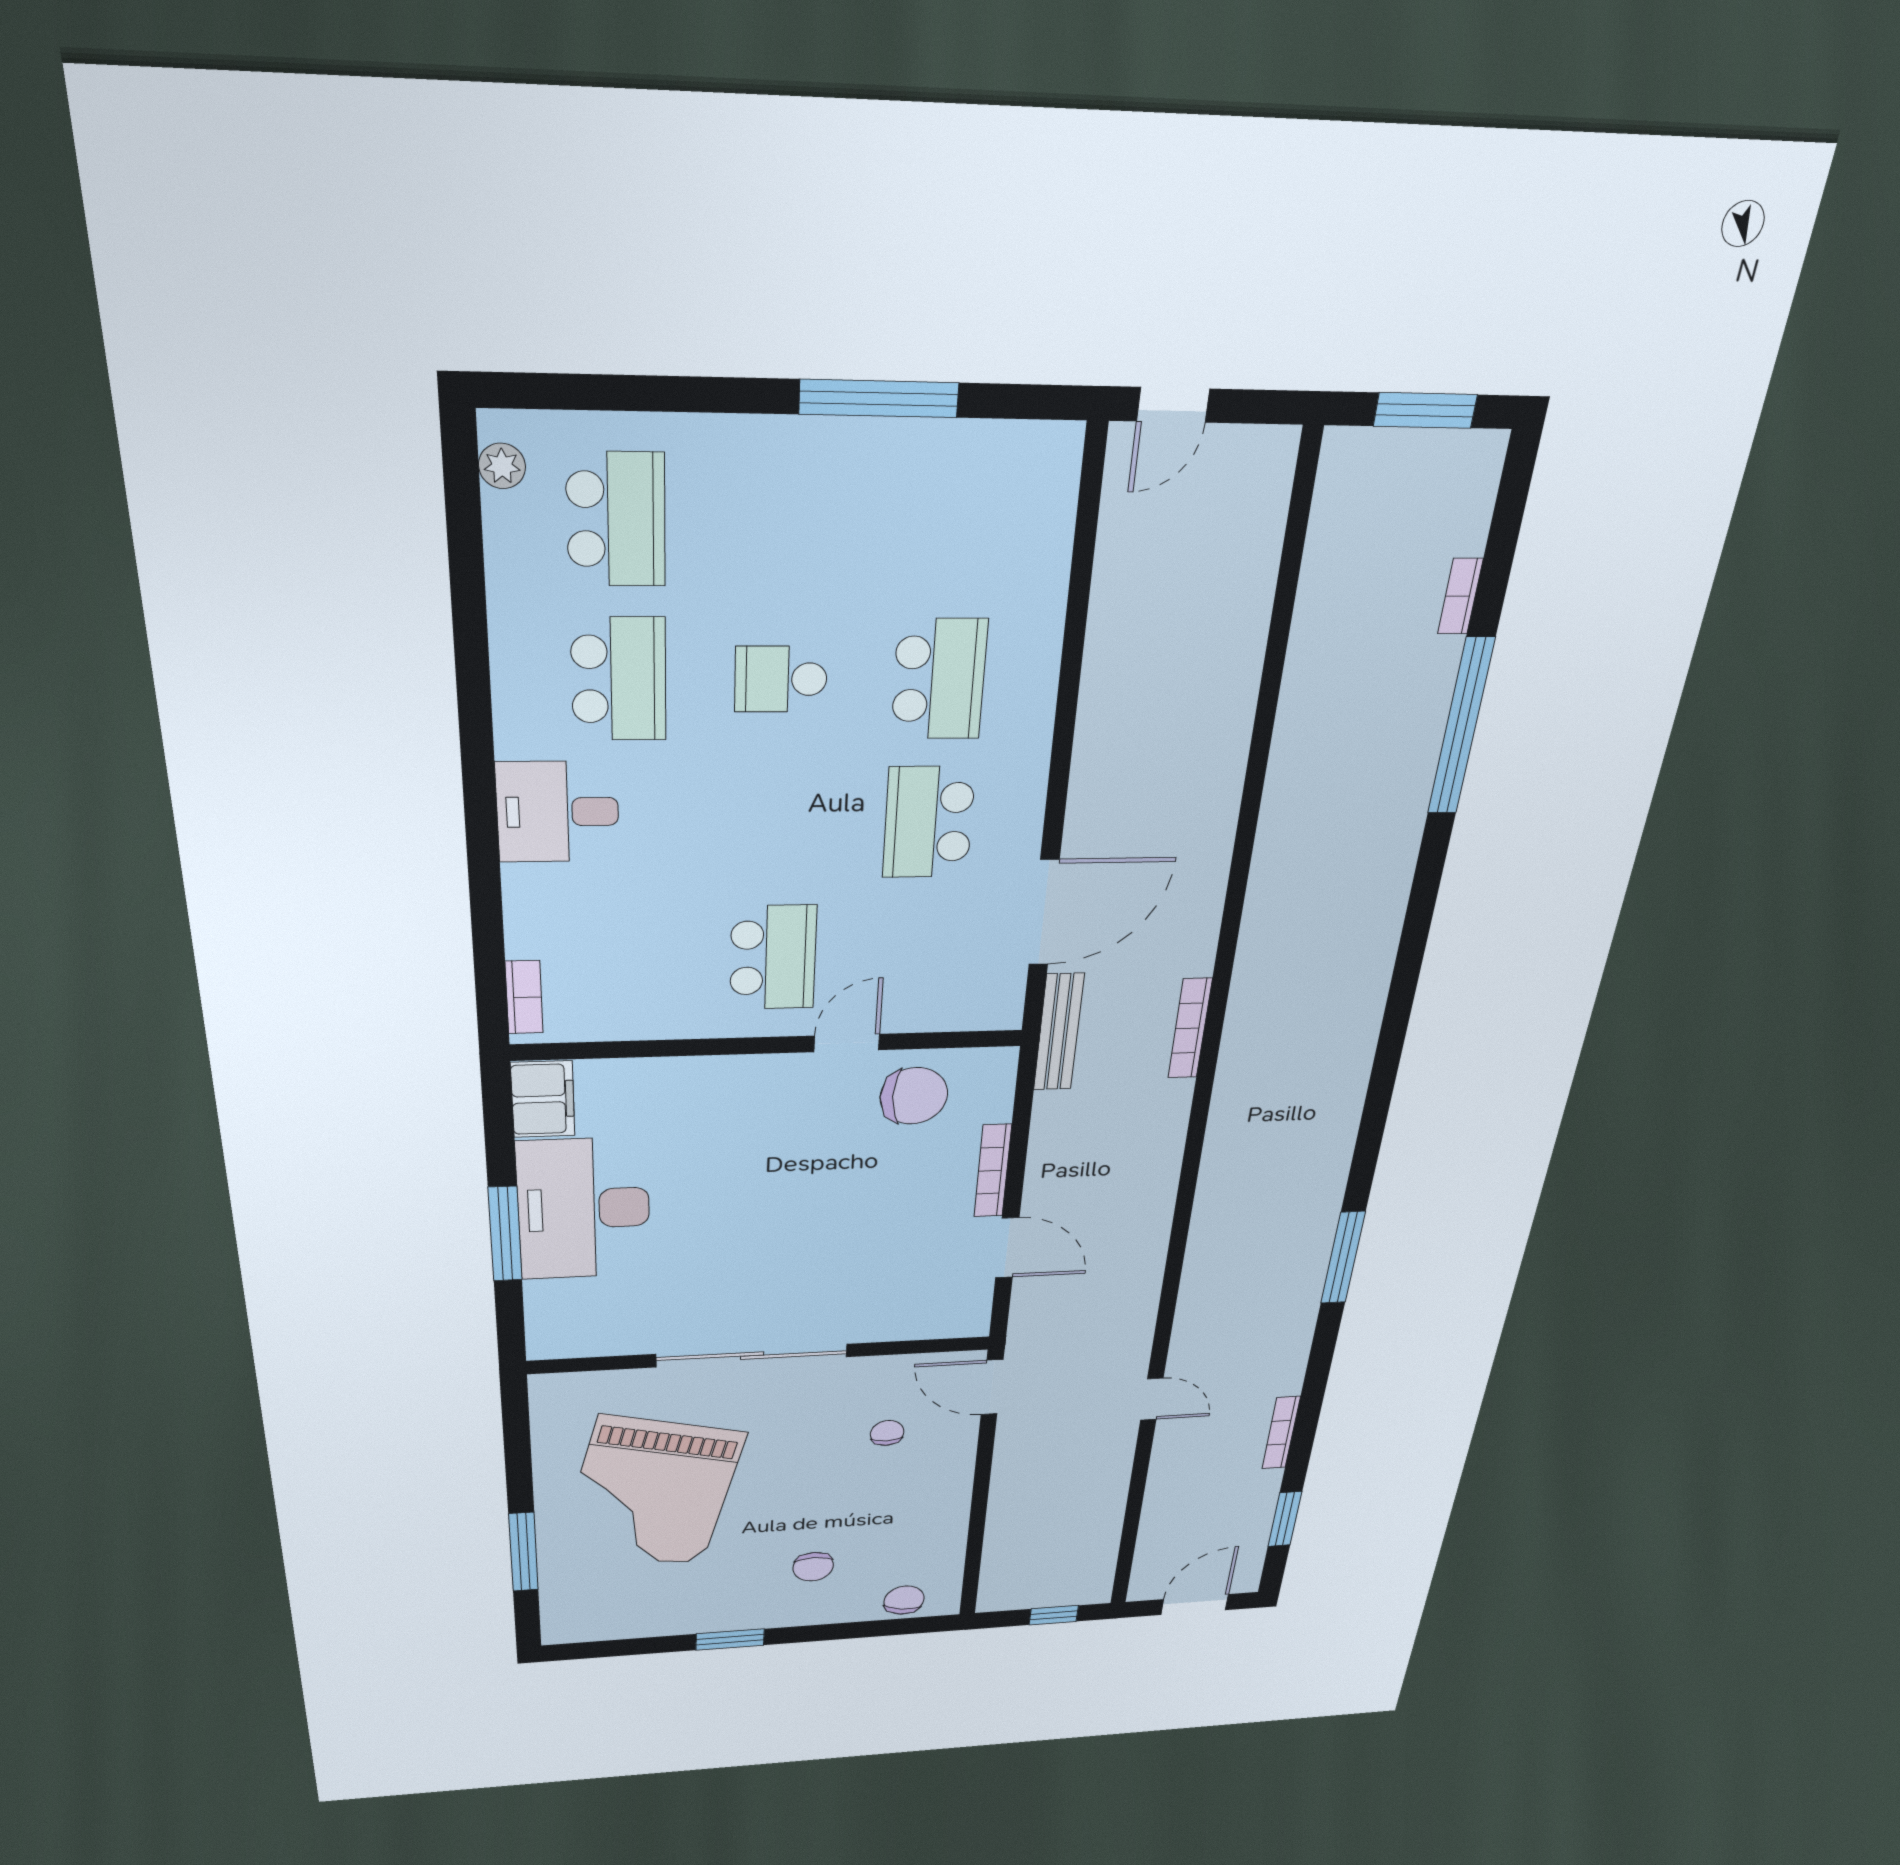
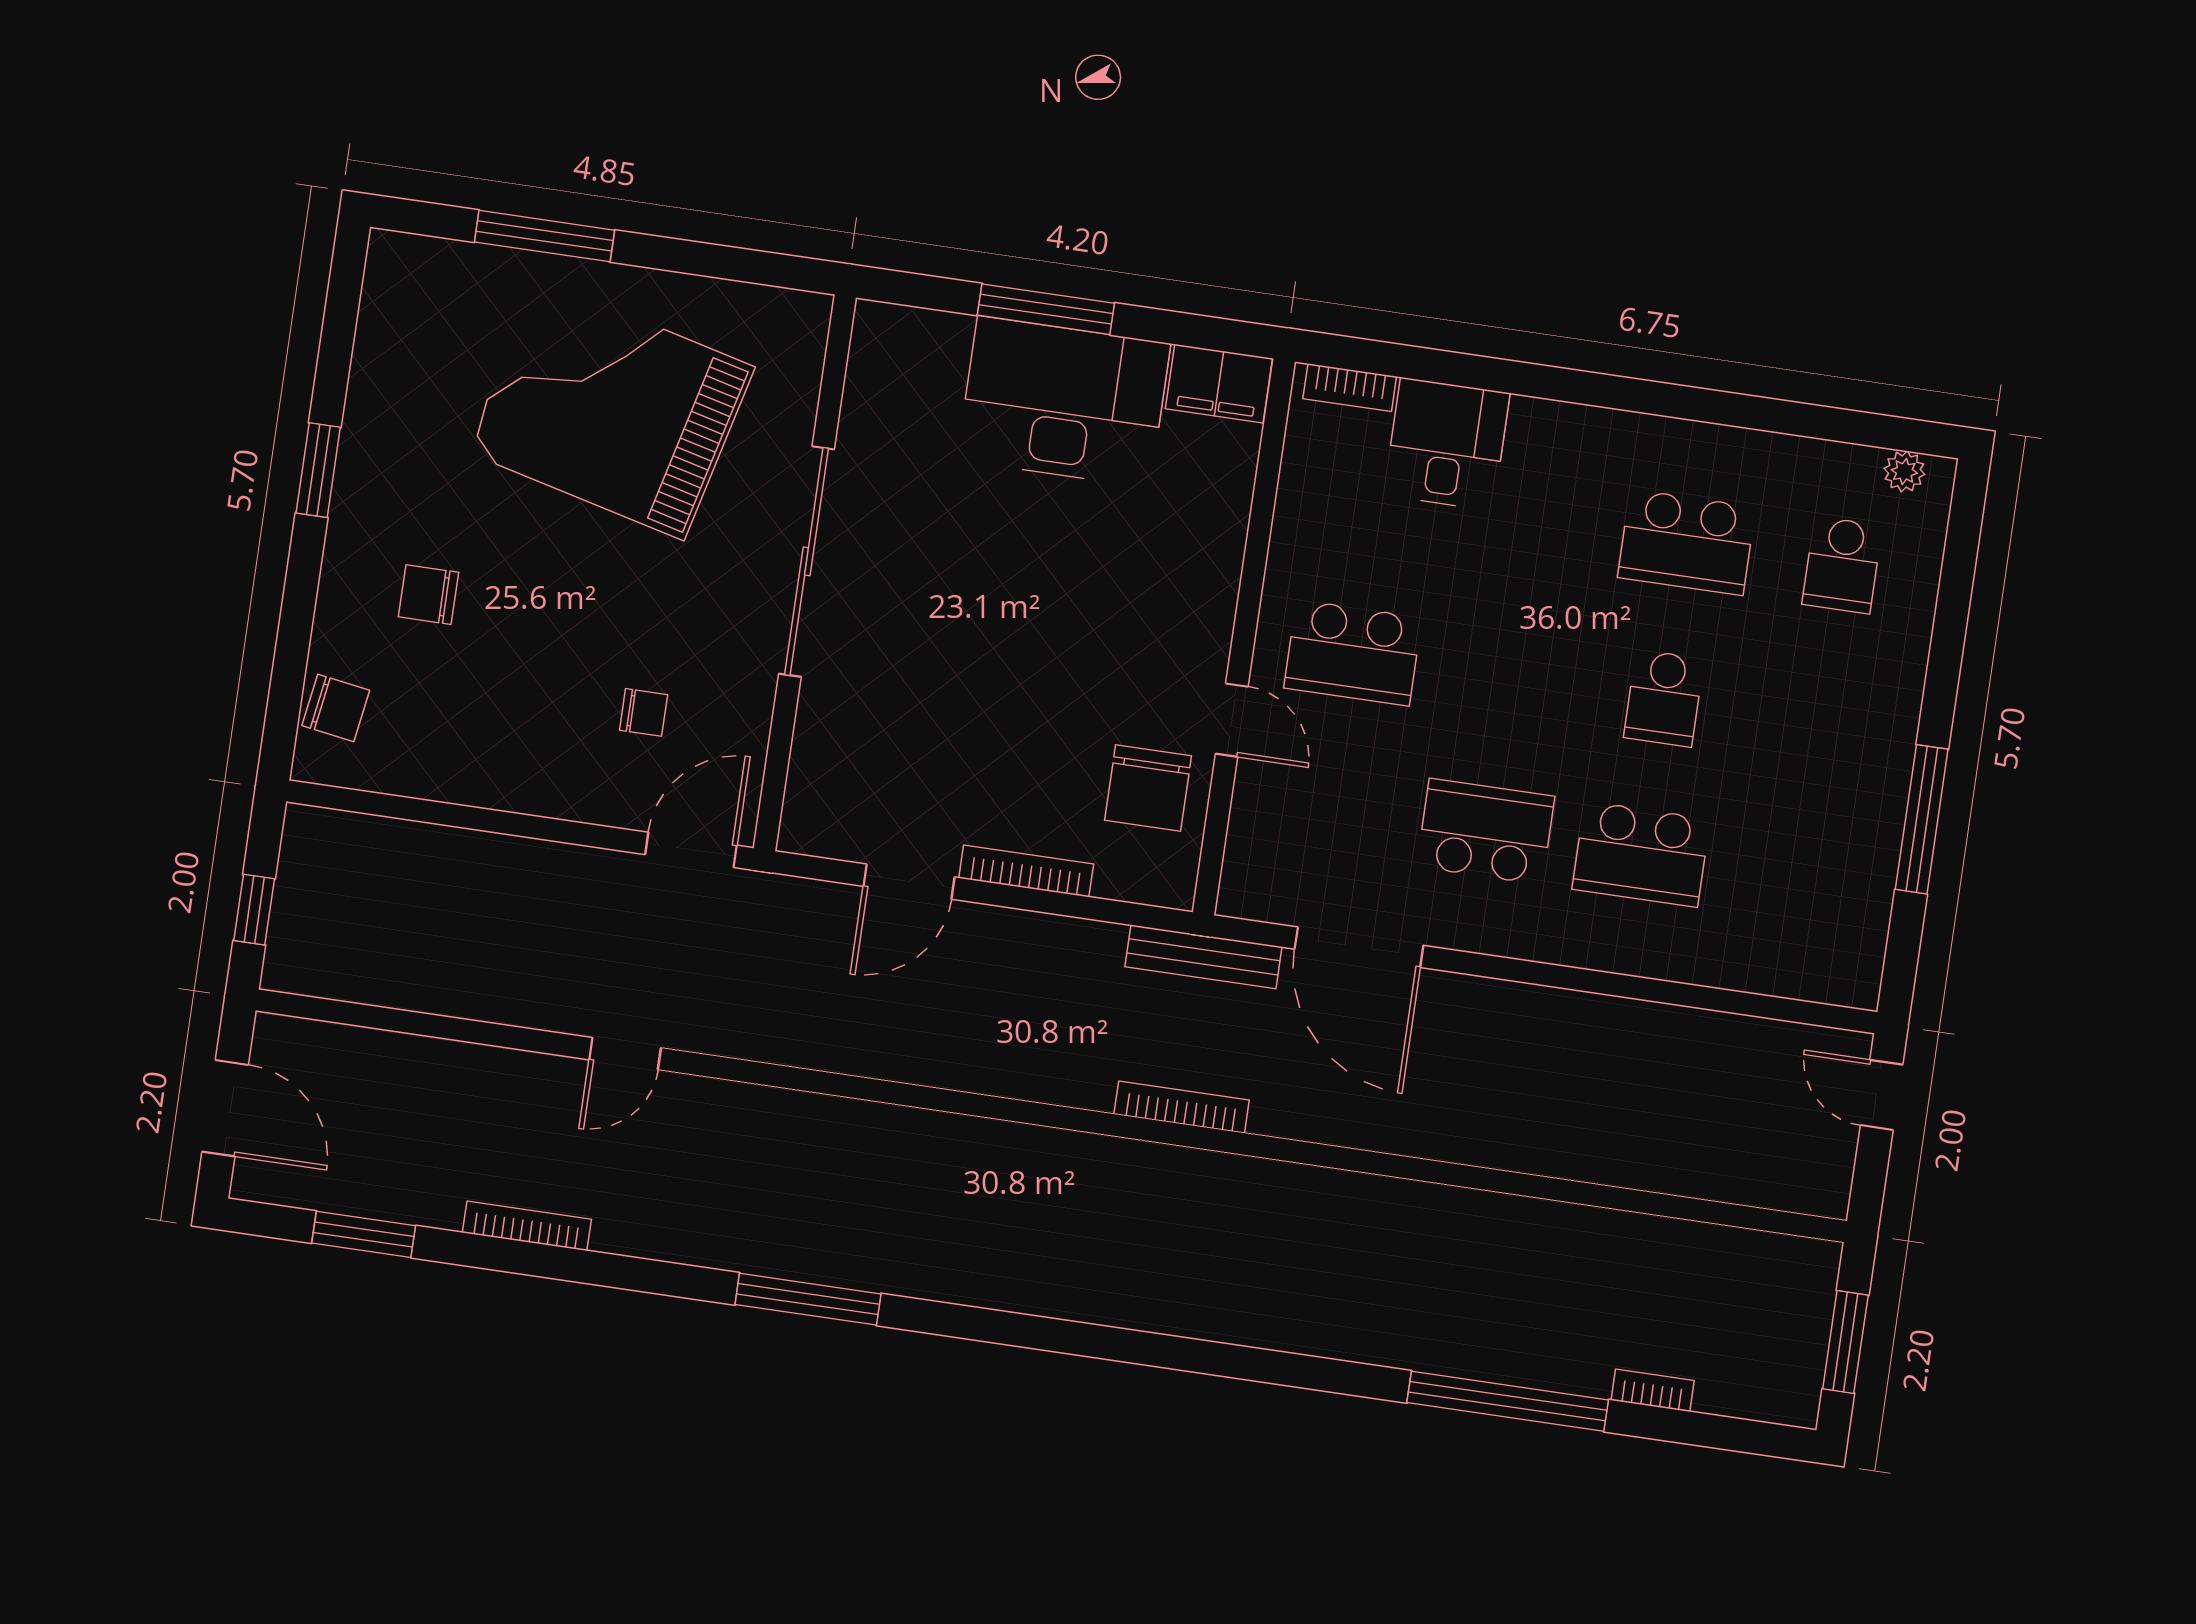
school desk: (616, 519) -> (1842, 565), width x0.54
school desk: (781, 679) -> (1664, 698), turned 180
desk: (558, 812) -> (1447, 444), moved

